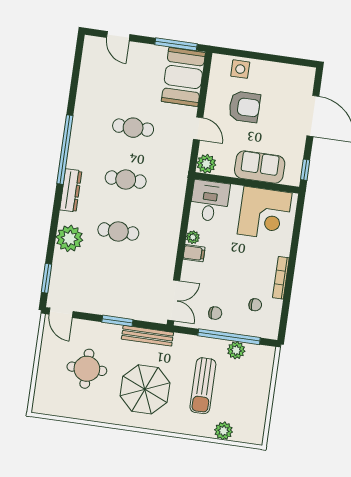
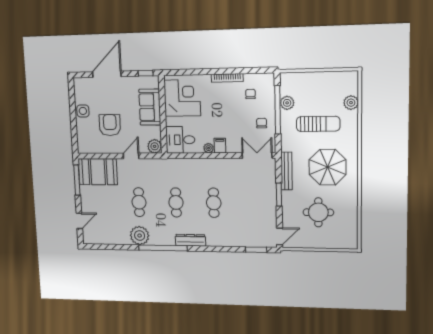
side table: (240, 69) -> (83, 111), moved
plant: (69, 238) -> (140, 236), moved

